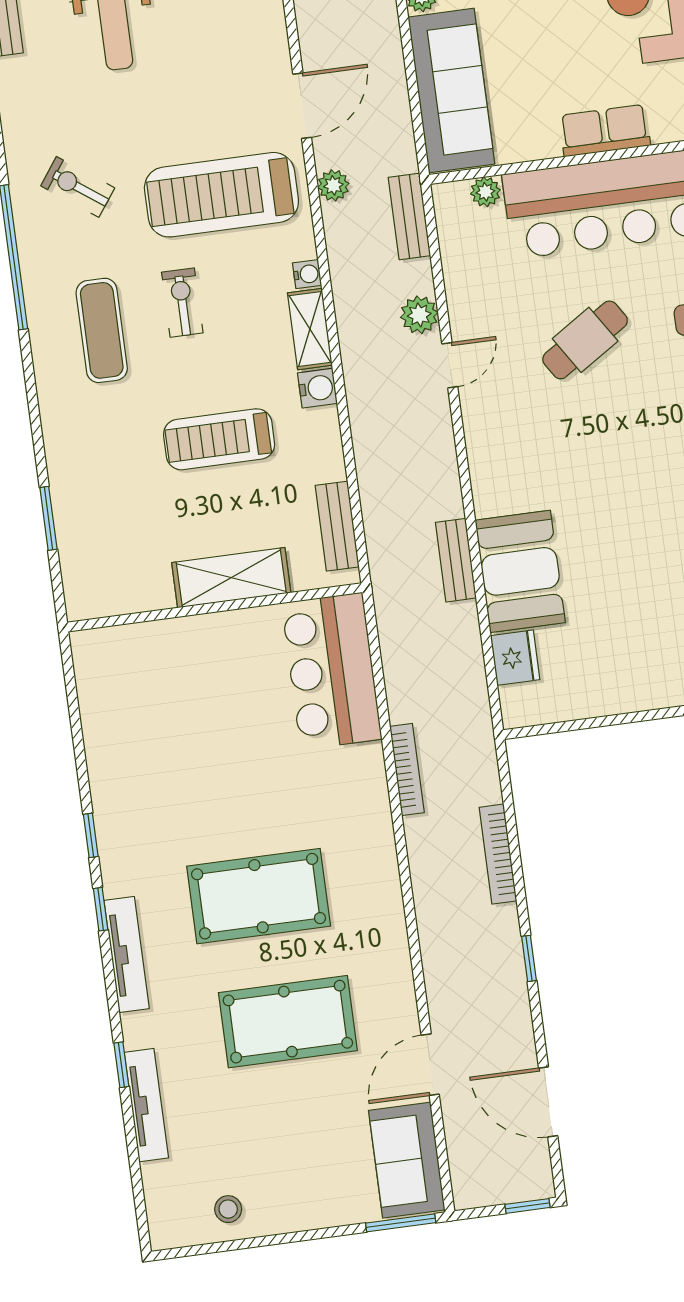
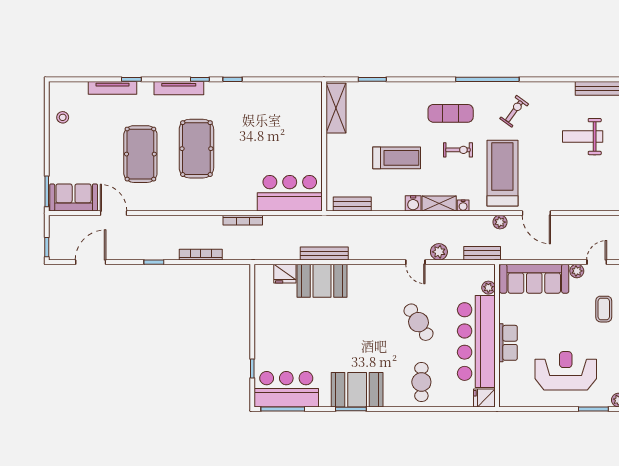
treadmill: (219, 439) -> (397, 158), turned 90
bench: (456, 560) -> (324, 253), width x1.36
shelving: (231, 578) -> (336, 108), moved

